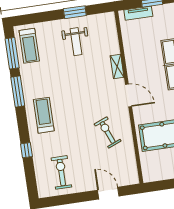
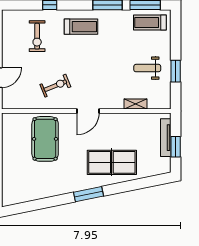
tv unit: (138, 13) -> (166, 138), width x1.41
shelving: (117, 67) -> (136, 104), moved
exercise bike: (61, 172) -> (37, 36), moved, turned 90

